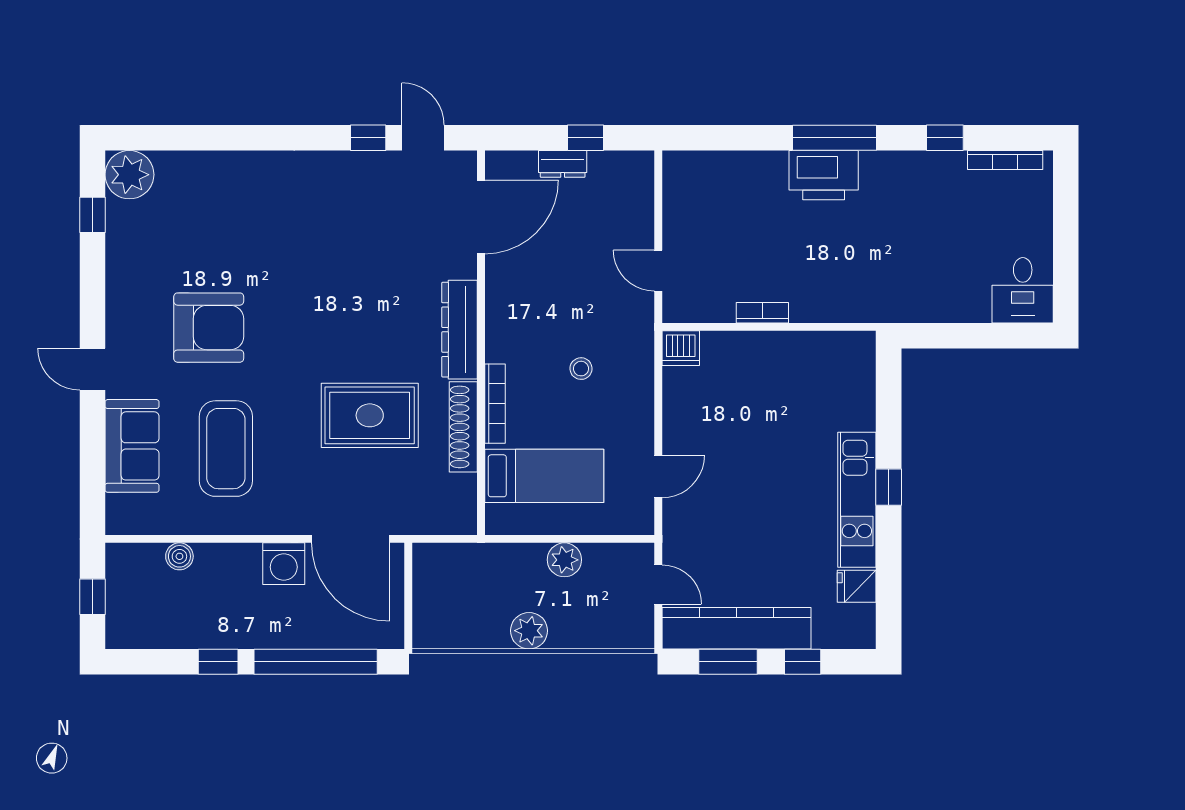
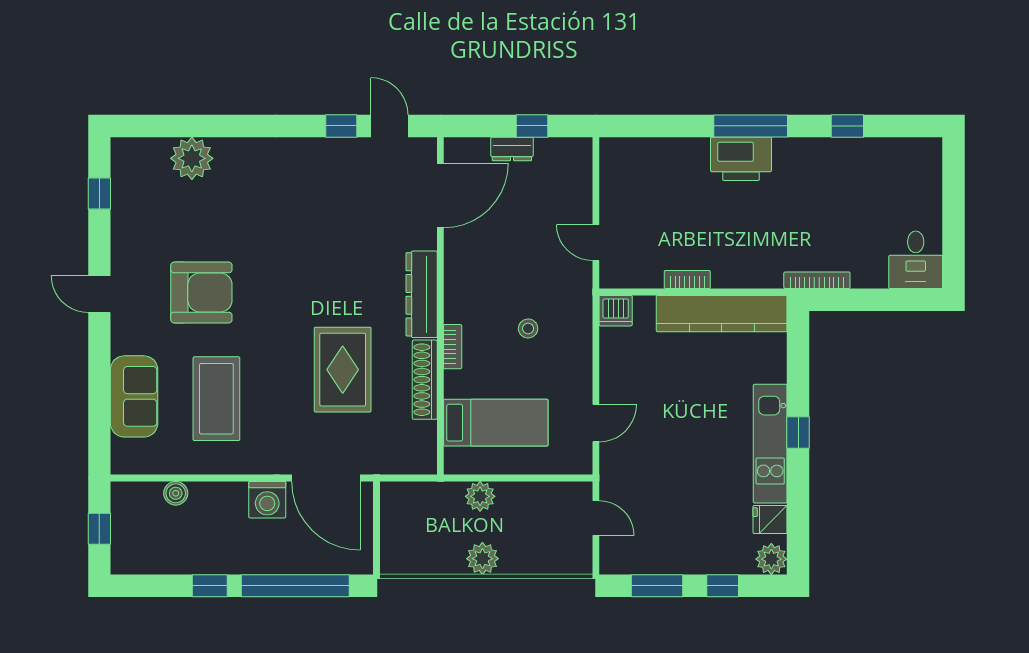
bookcase: (1005, 160) -> (817, 280), moved, turned 180
plant: (129, 175) -> (192, 158), moved
door: (92, 369) -> (99, 294), moved
bookcase: (495, 404) -> (453, 347), width x0.64
rug: (370, 415) -> (343, 370), turned 90
plant: (564, 560) -> (480, 496), moved
kitchen counter: (736, 628) -> (722, 314), moved, turned 180
plant: (858, 631) -> (771, 559), added

